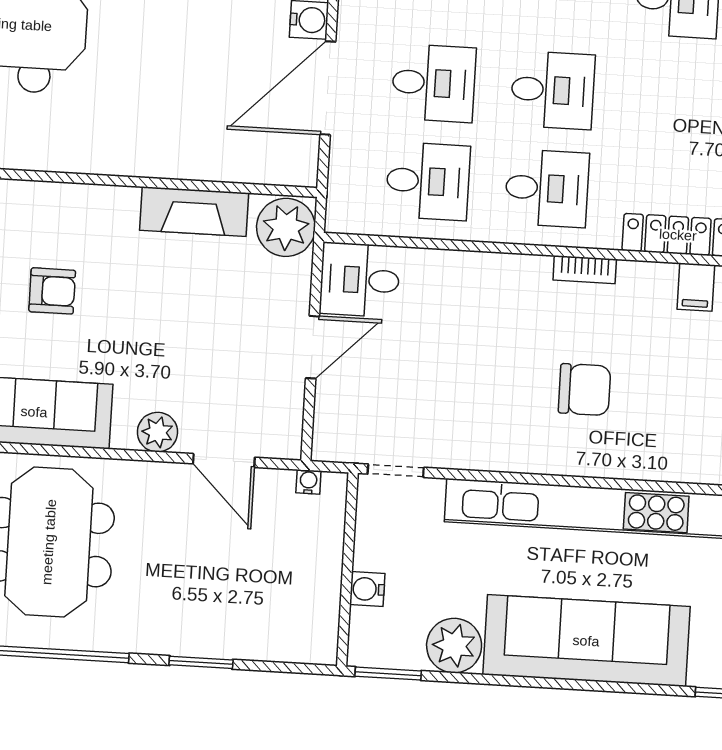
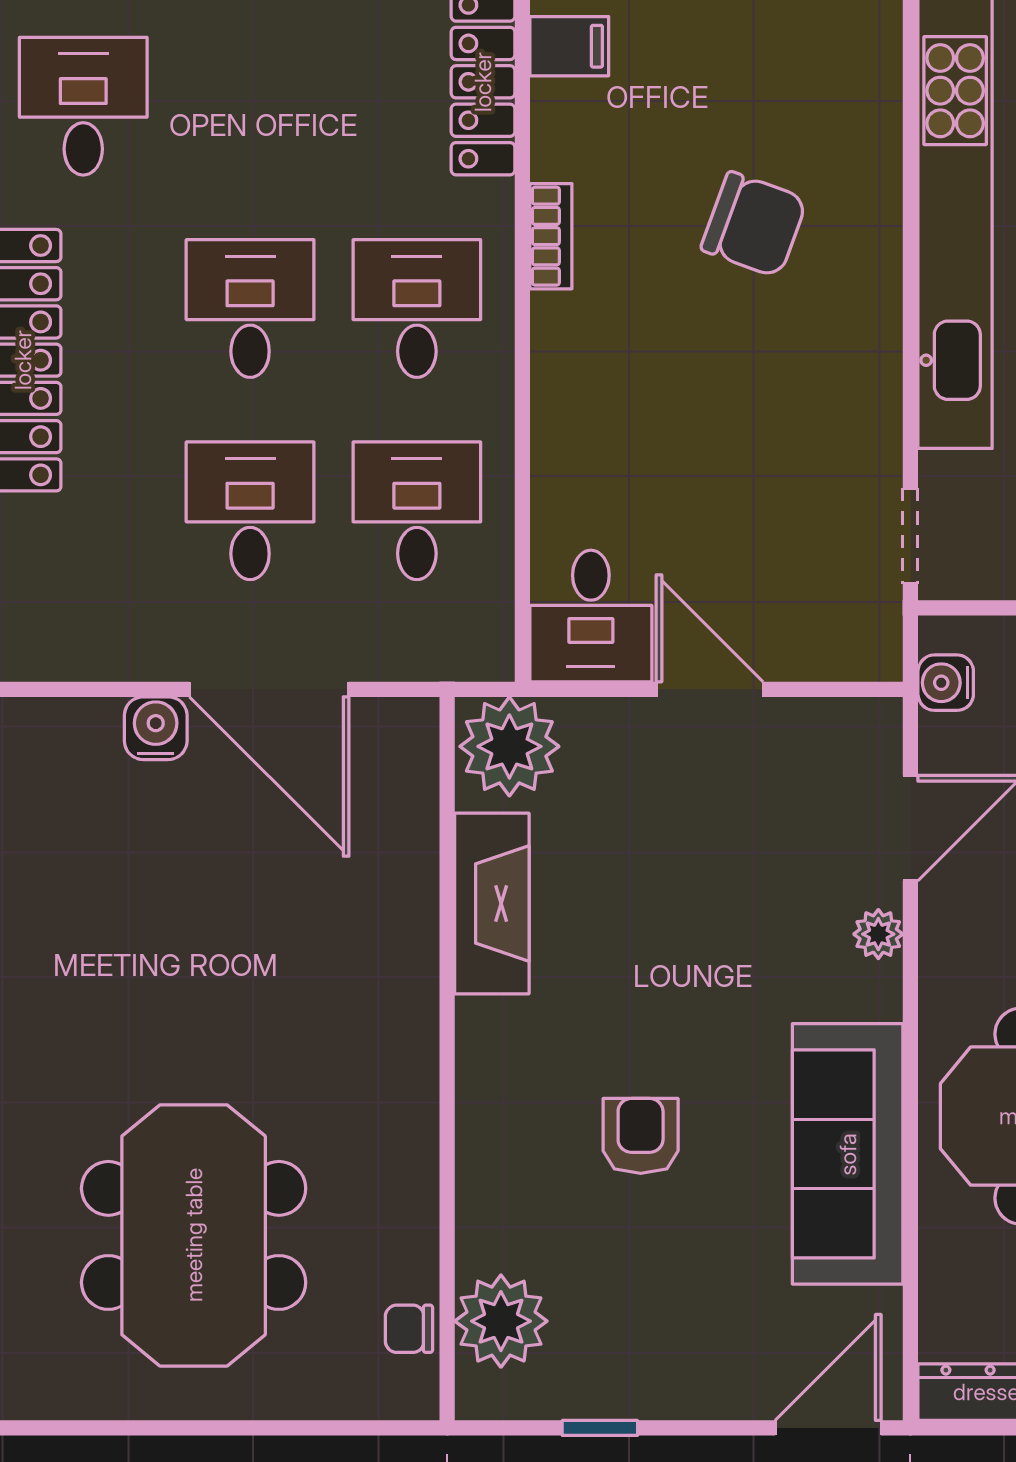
chair: (585, 390) -> (754, 224), turned 110
plant: (157, 432) -> (878, 934), width x0.73, depth x0.73
water cooler: (308, 482) -> (946, 683), width x1.38, depth x1.38

